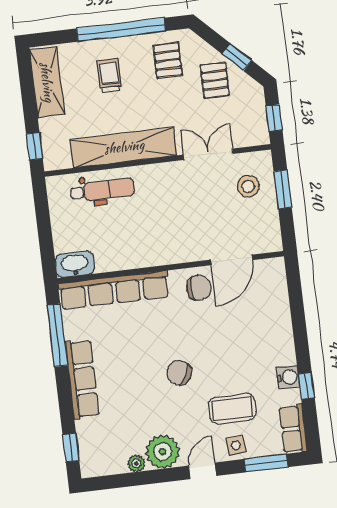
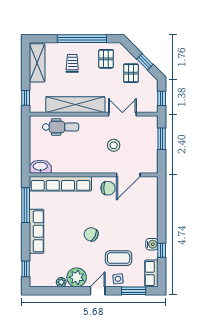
stool: (248, 186) -> (114, 145), moved

